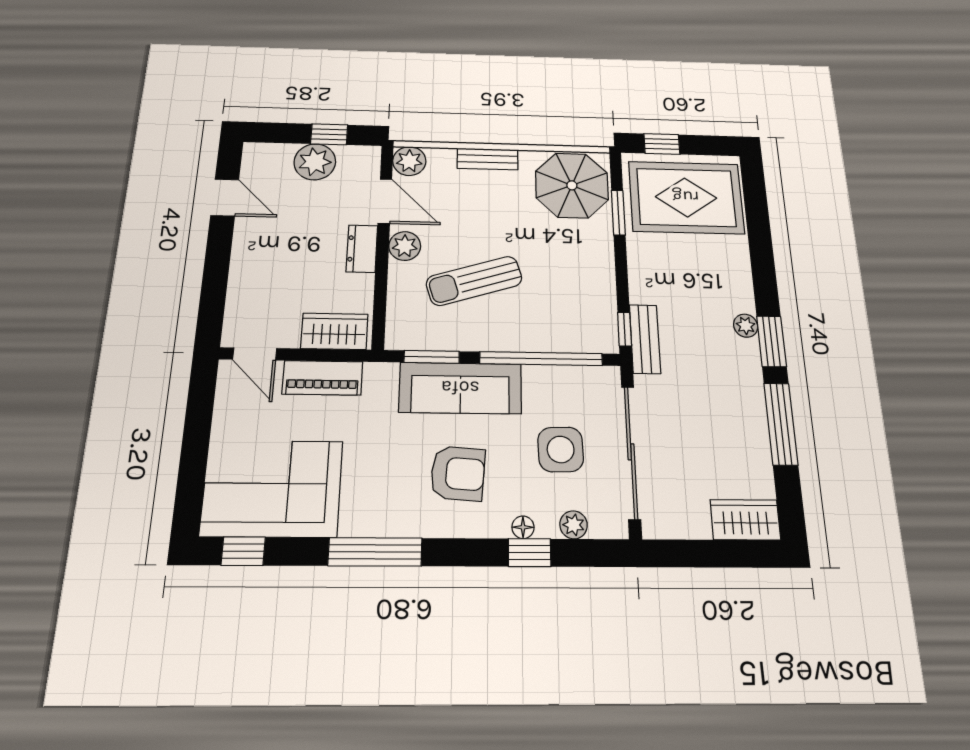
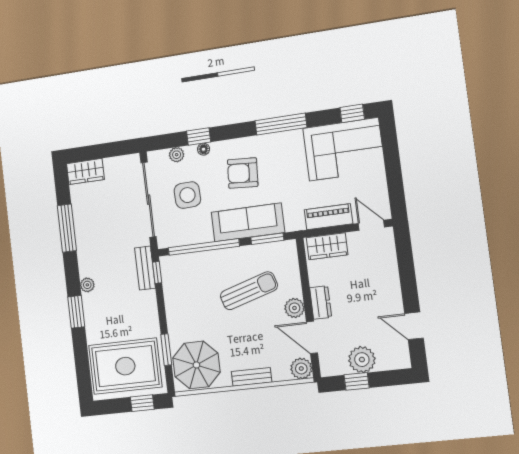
window: (771, 341) -> (76, 312), moved

